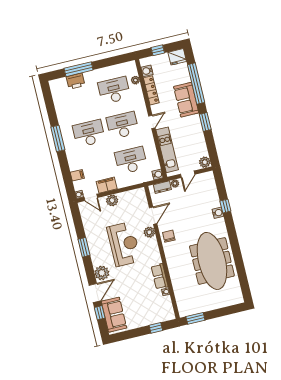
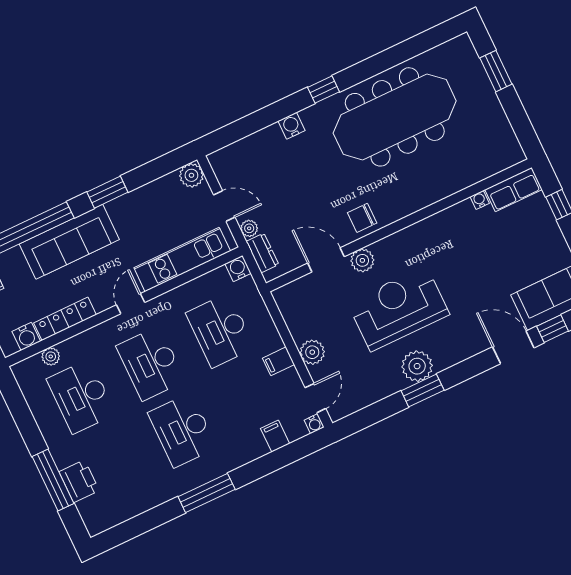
sofa: (186, 100) -> (69, 242), width x1.36
door: (152, 122) -> (131, 304), hinge flipped
filing cabinet: (107, 185) -> (278, 361), width x0.50
window: (225, 206) -> (324, 90), moved
plant: (102, 273) -> (417, 366), moved
row of seats: (160, 276) -> (513, 189), moved
window: (195, 318) -> (496, 71), moved

